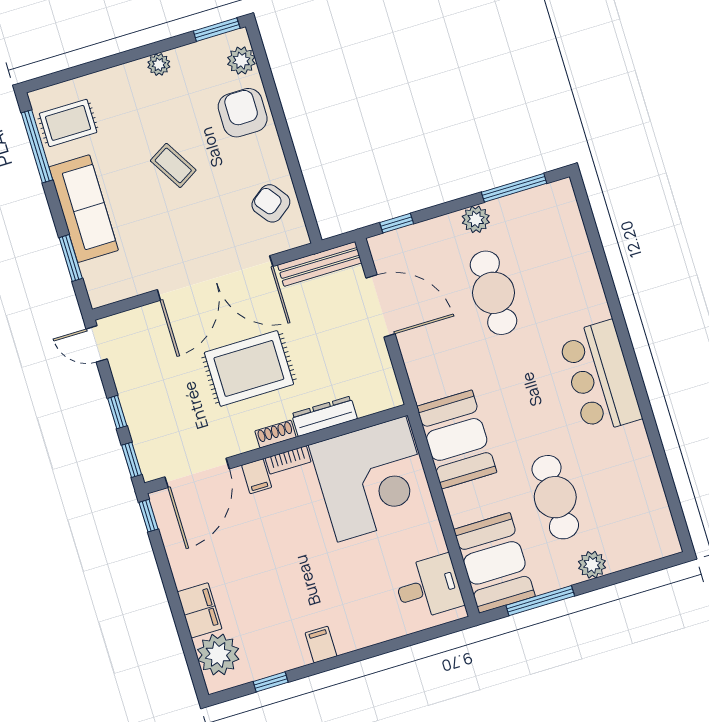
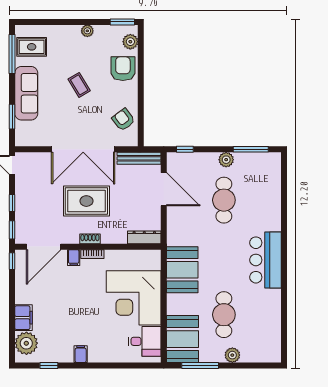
dresser: (324, 416) -> (144, 237), moved
corner desk: (372, 479) -> (134, 298), moved, turned 90

